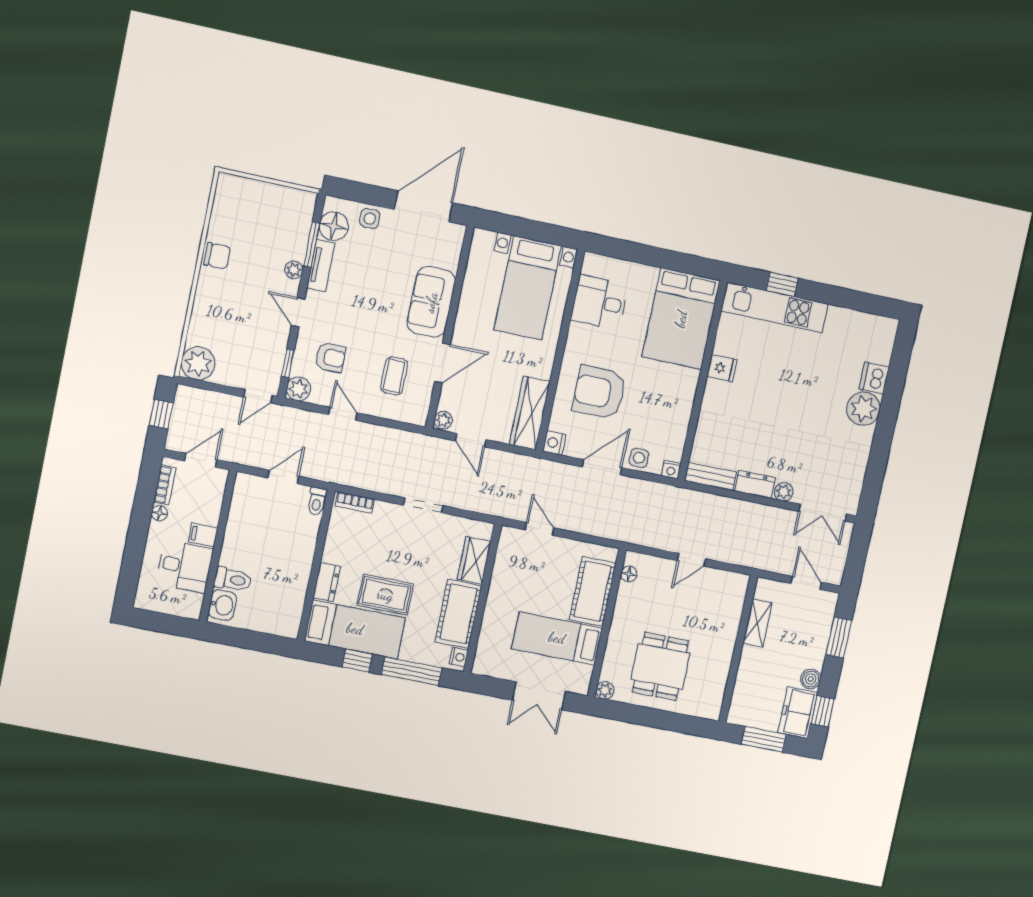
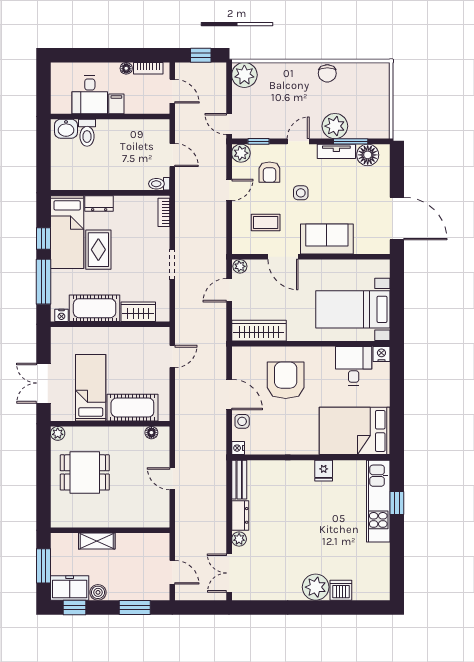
side table: (370, 219) -> (301, 193), moved
plant: (294, 270) -> (335, 126), width x1.88, depth x1.88
nightstand: (554, 443) -> (381, 354), moved
door: (806, 583) -> (172, 572), hinge flipped
shelving: (758, 623) -> (97, 541), moved

